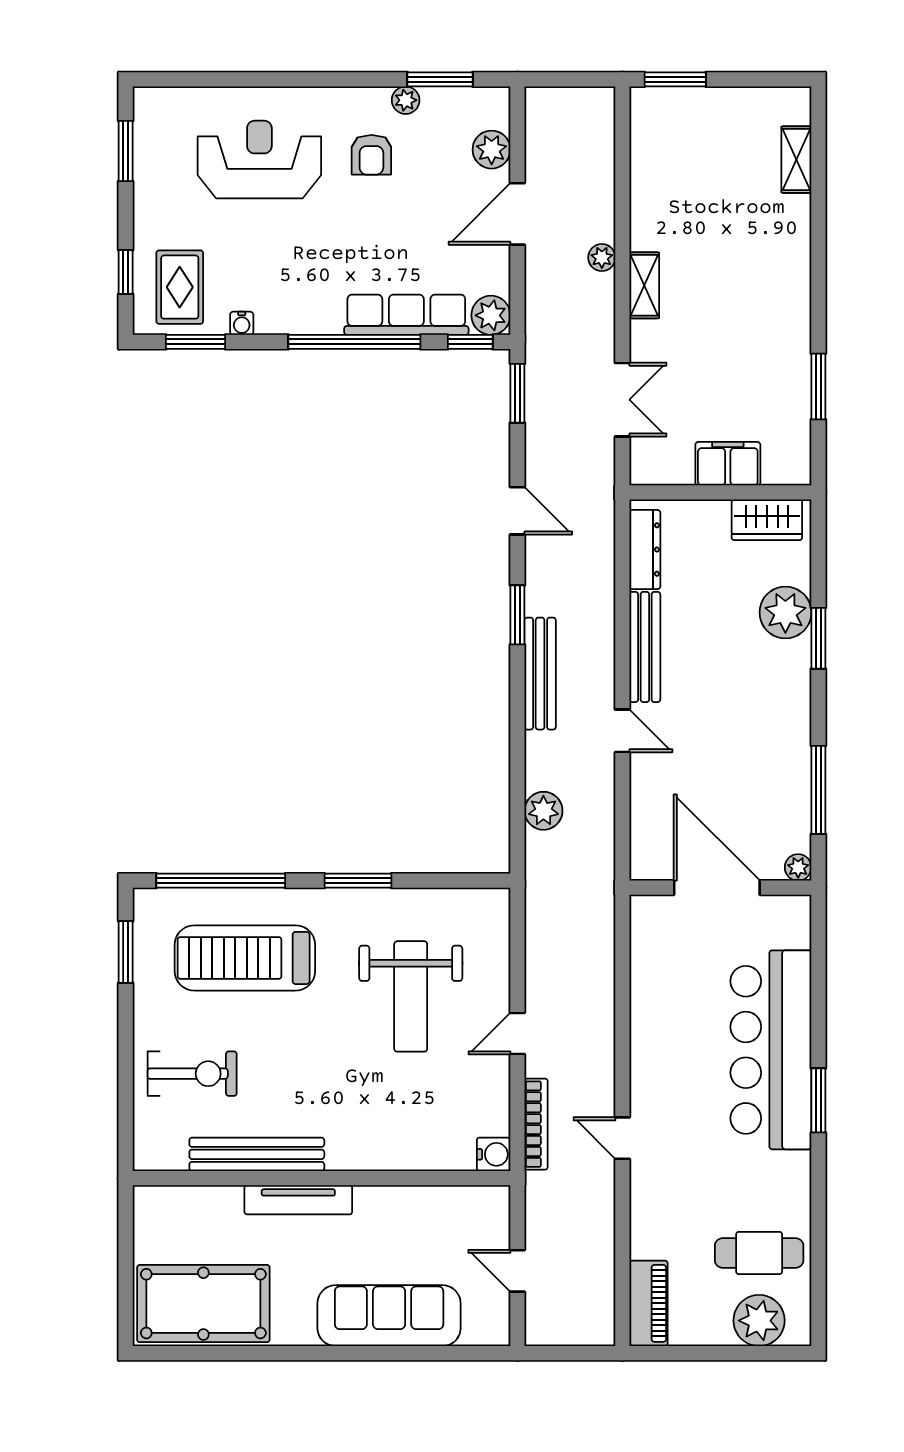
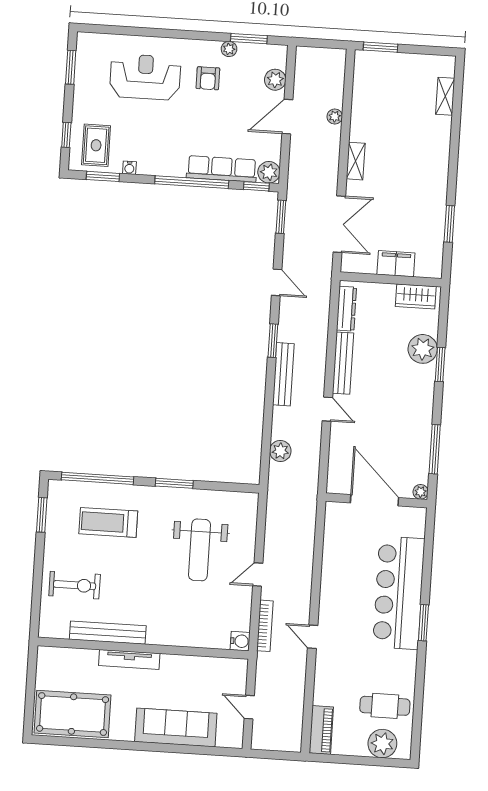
plant: (602, 258) -> (335, 117), moved
double door: (622, 400) -> (339, 224), width x1.37
treadmill: (245, 958) -> (108, 522), width x0.73, depth x0.73

